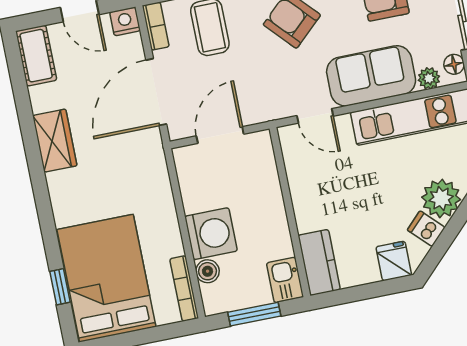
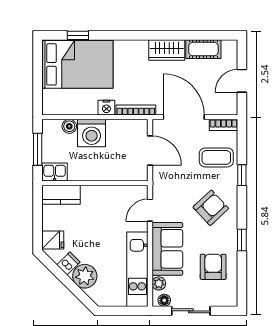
nightstand: (125, 21) -> (106, 108), moved, turned 90
cot: (36, 56) -> (203, 49), moved
bookcase: (184, 288) -> (136, 110), moved

